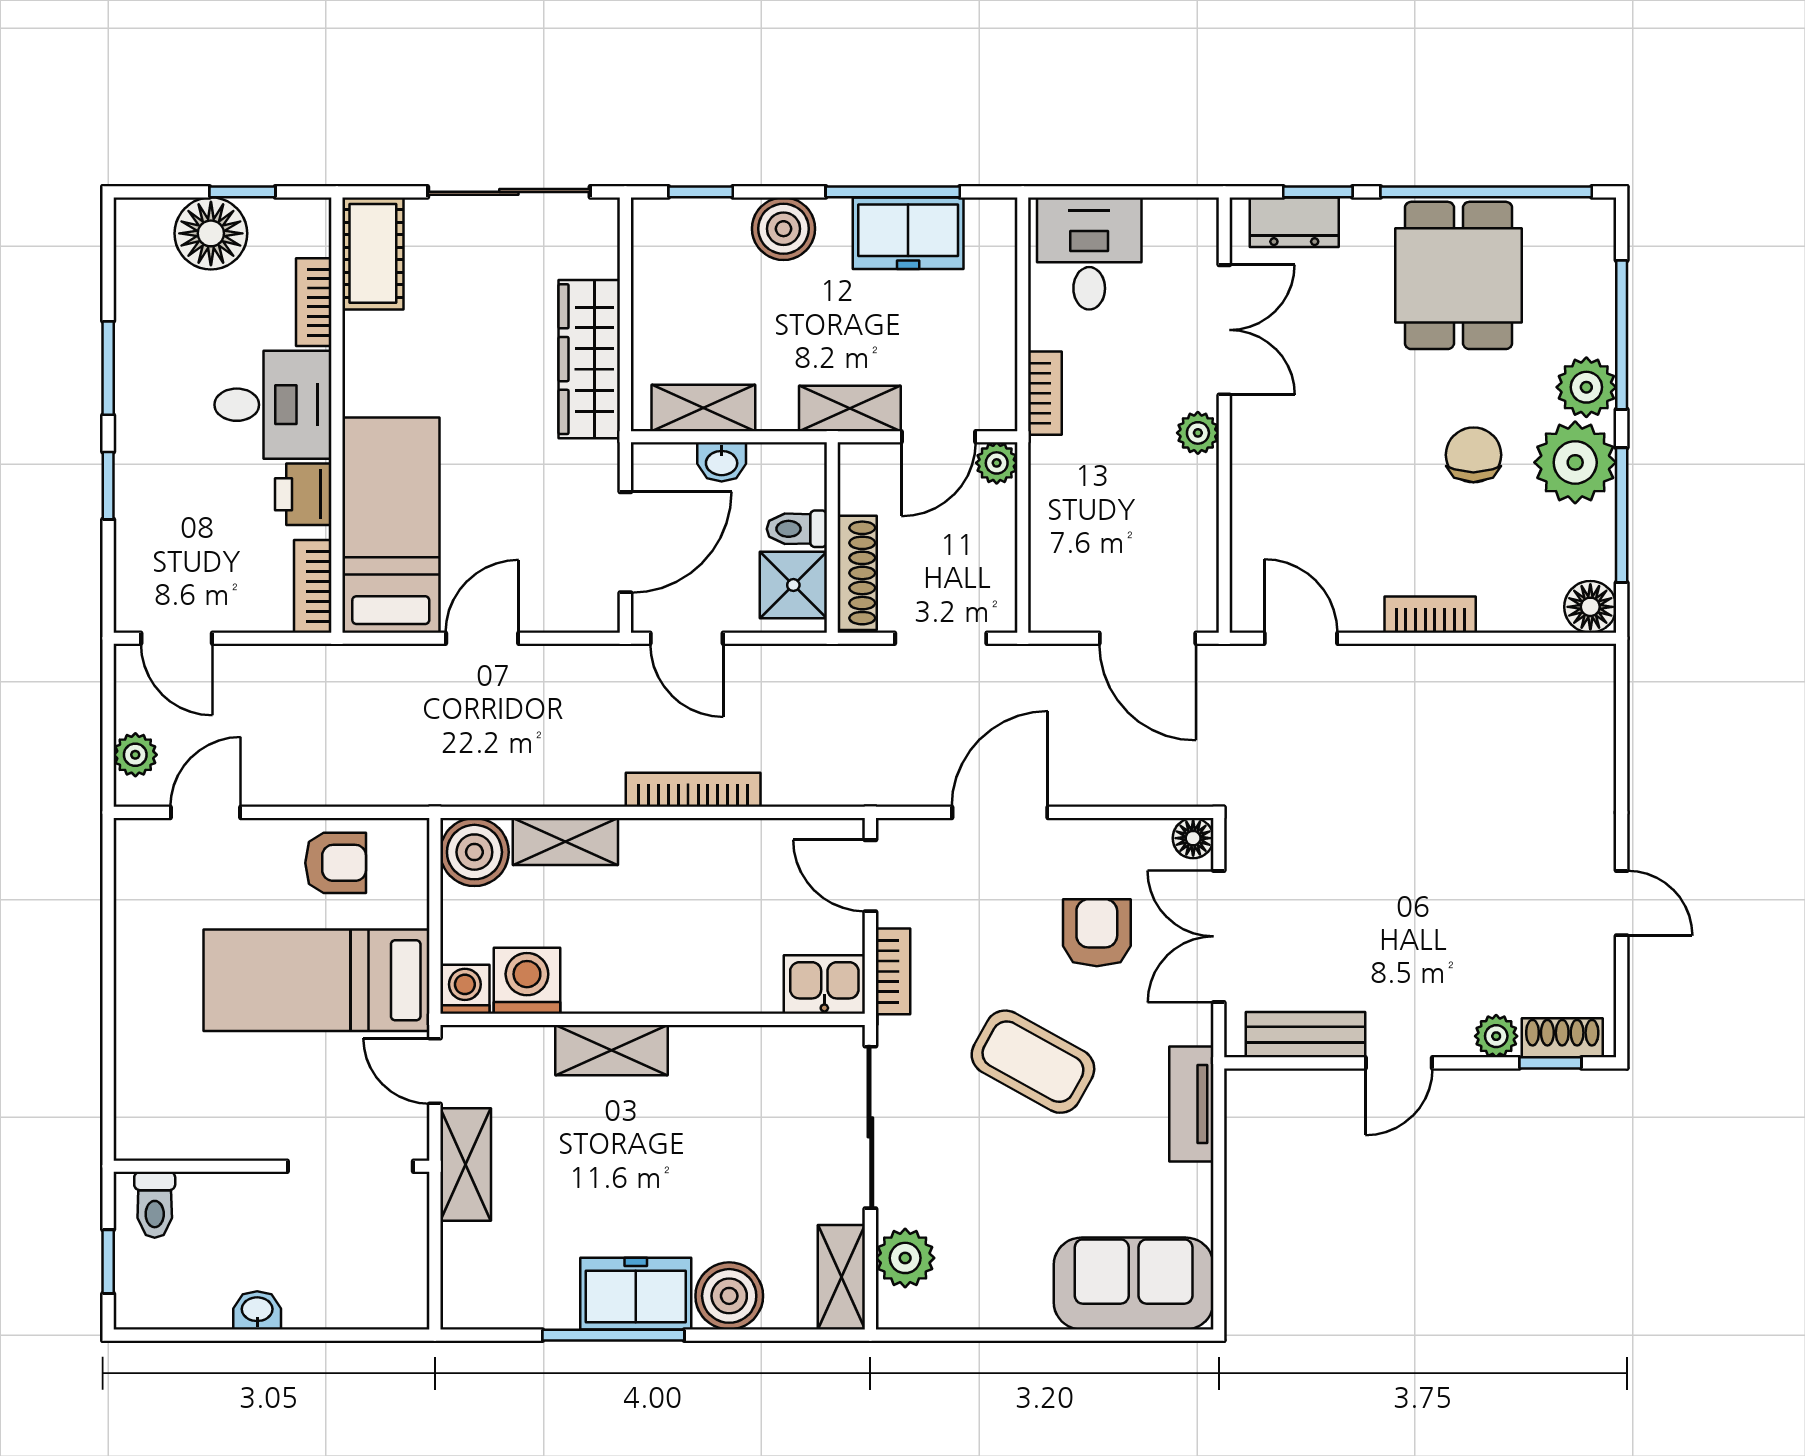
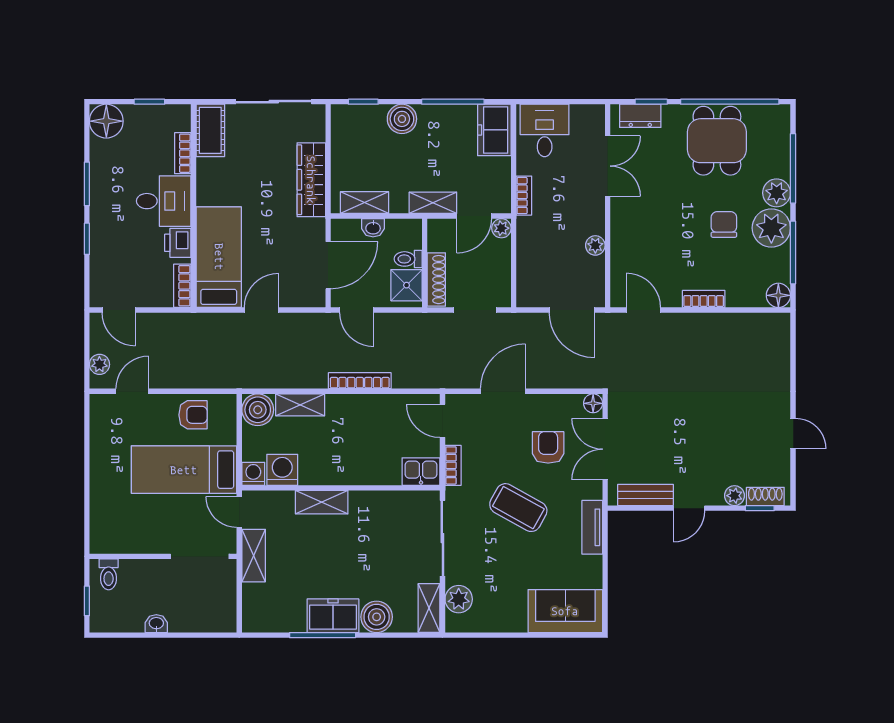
floor lamp: (211, 233) -> (106, 121), moved
freezer: (908, 233) -> (494, 130), moved, turned 90
plant: (1198, 433) -> (595, 245), moved

